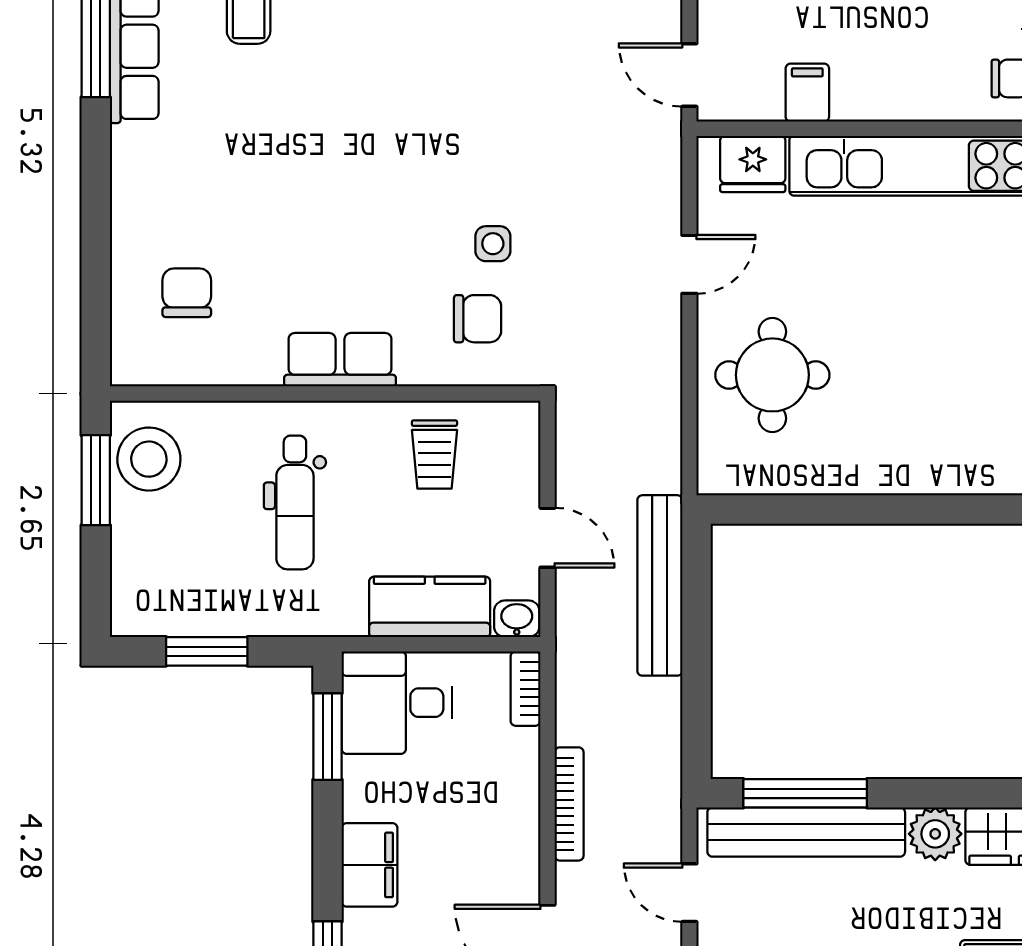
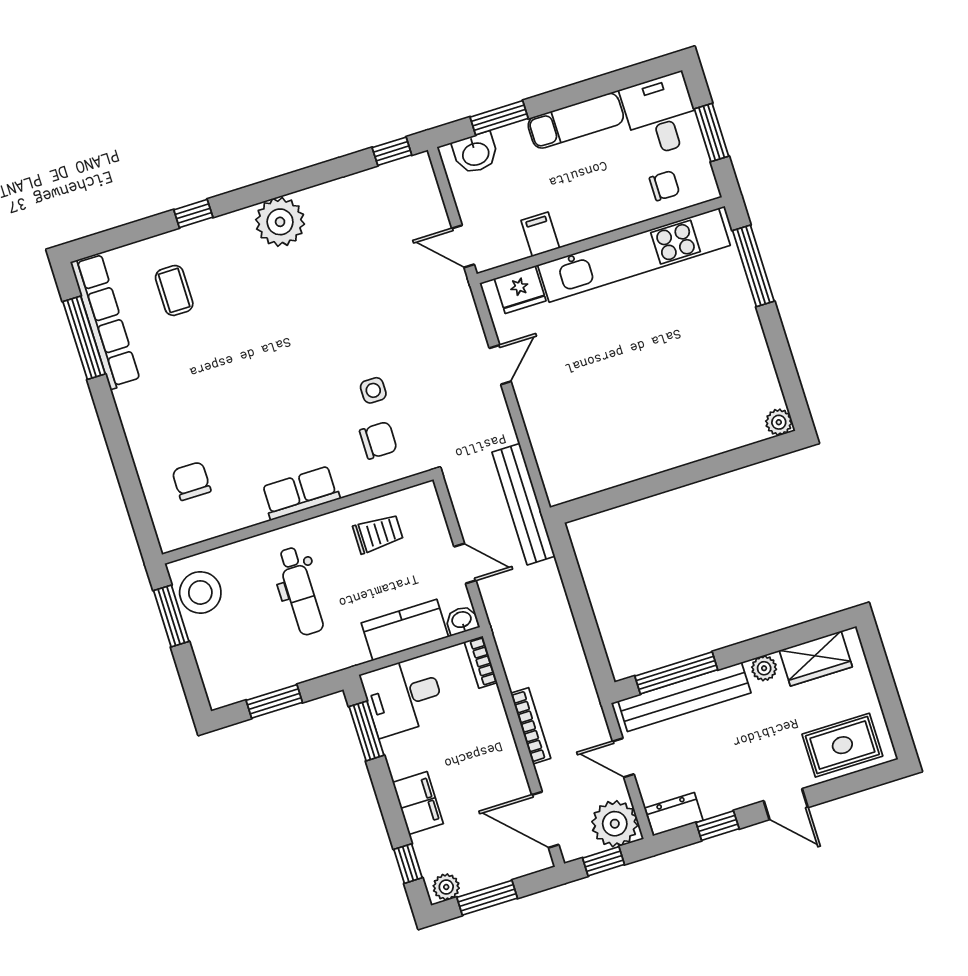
round table: (772, 375) -> (574, 418), removed
trolley: (434, 454) -> (378, 534), turned -90
bench: (660, 585) -> (524, 504), moved
plant: (935, 834) -> (764, 668), width x0.73, depth x0.73

